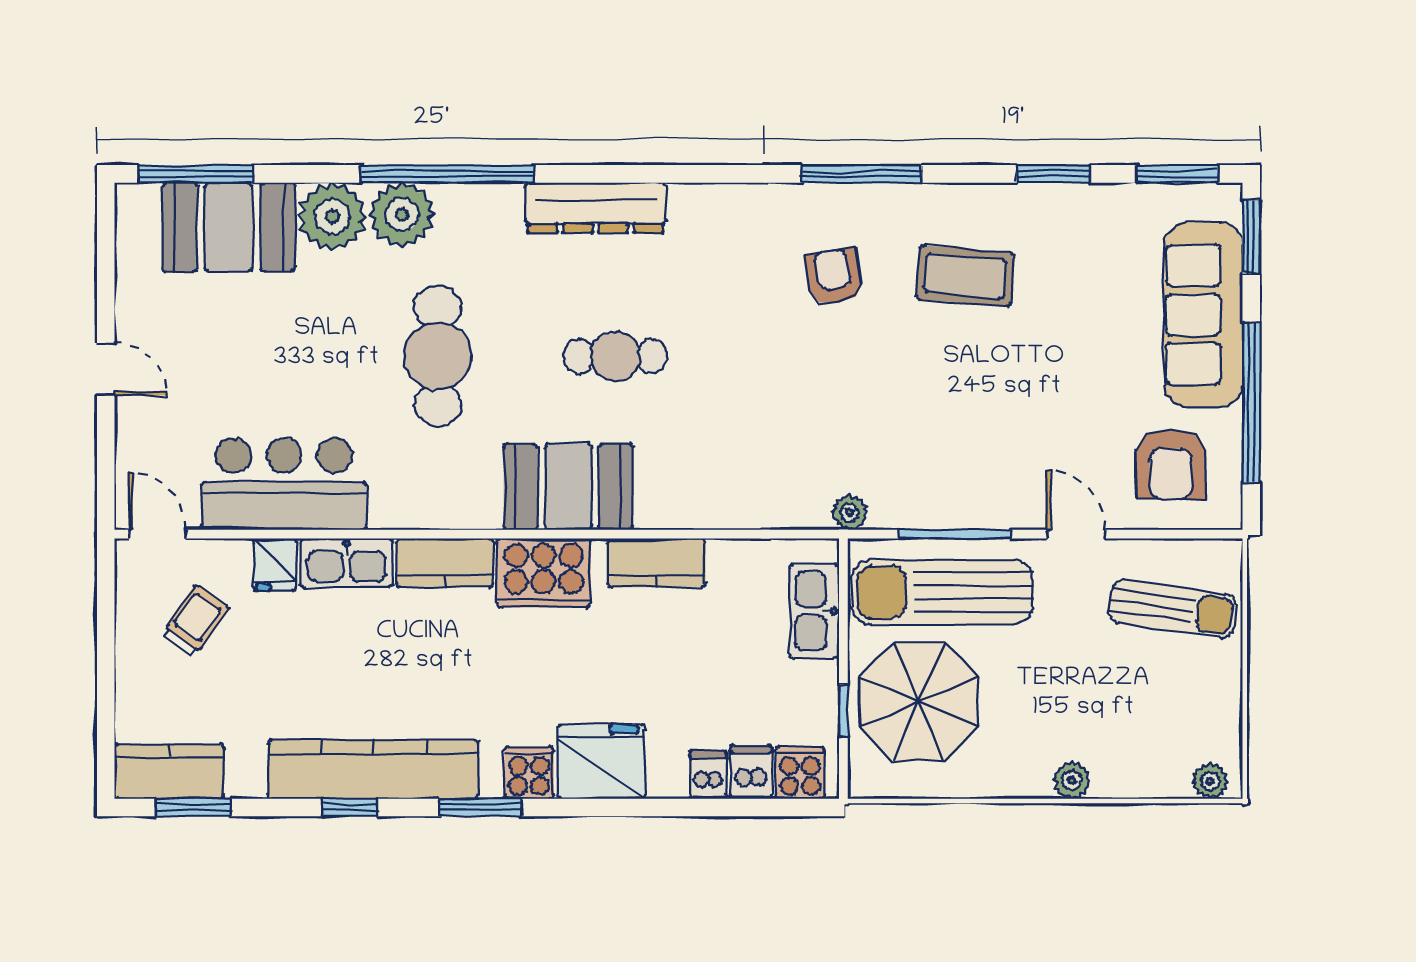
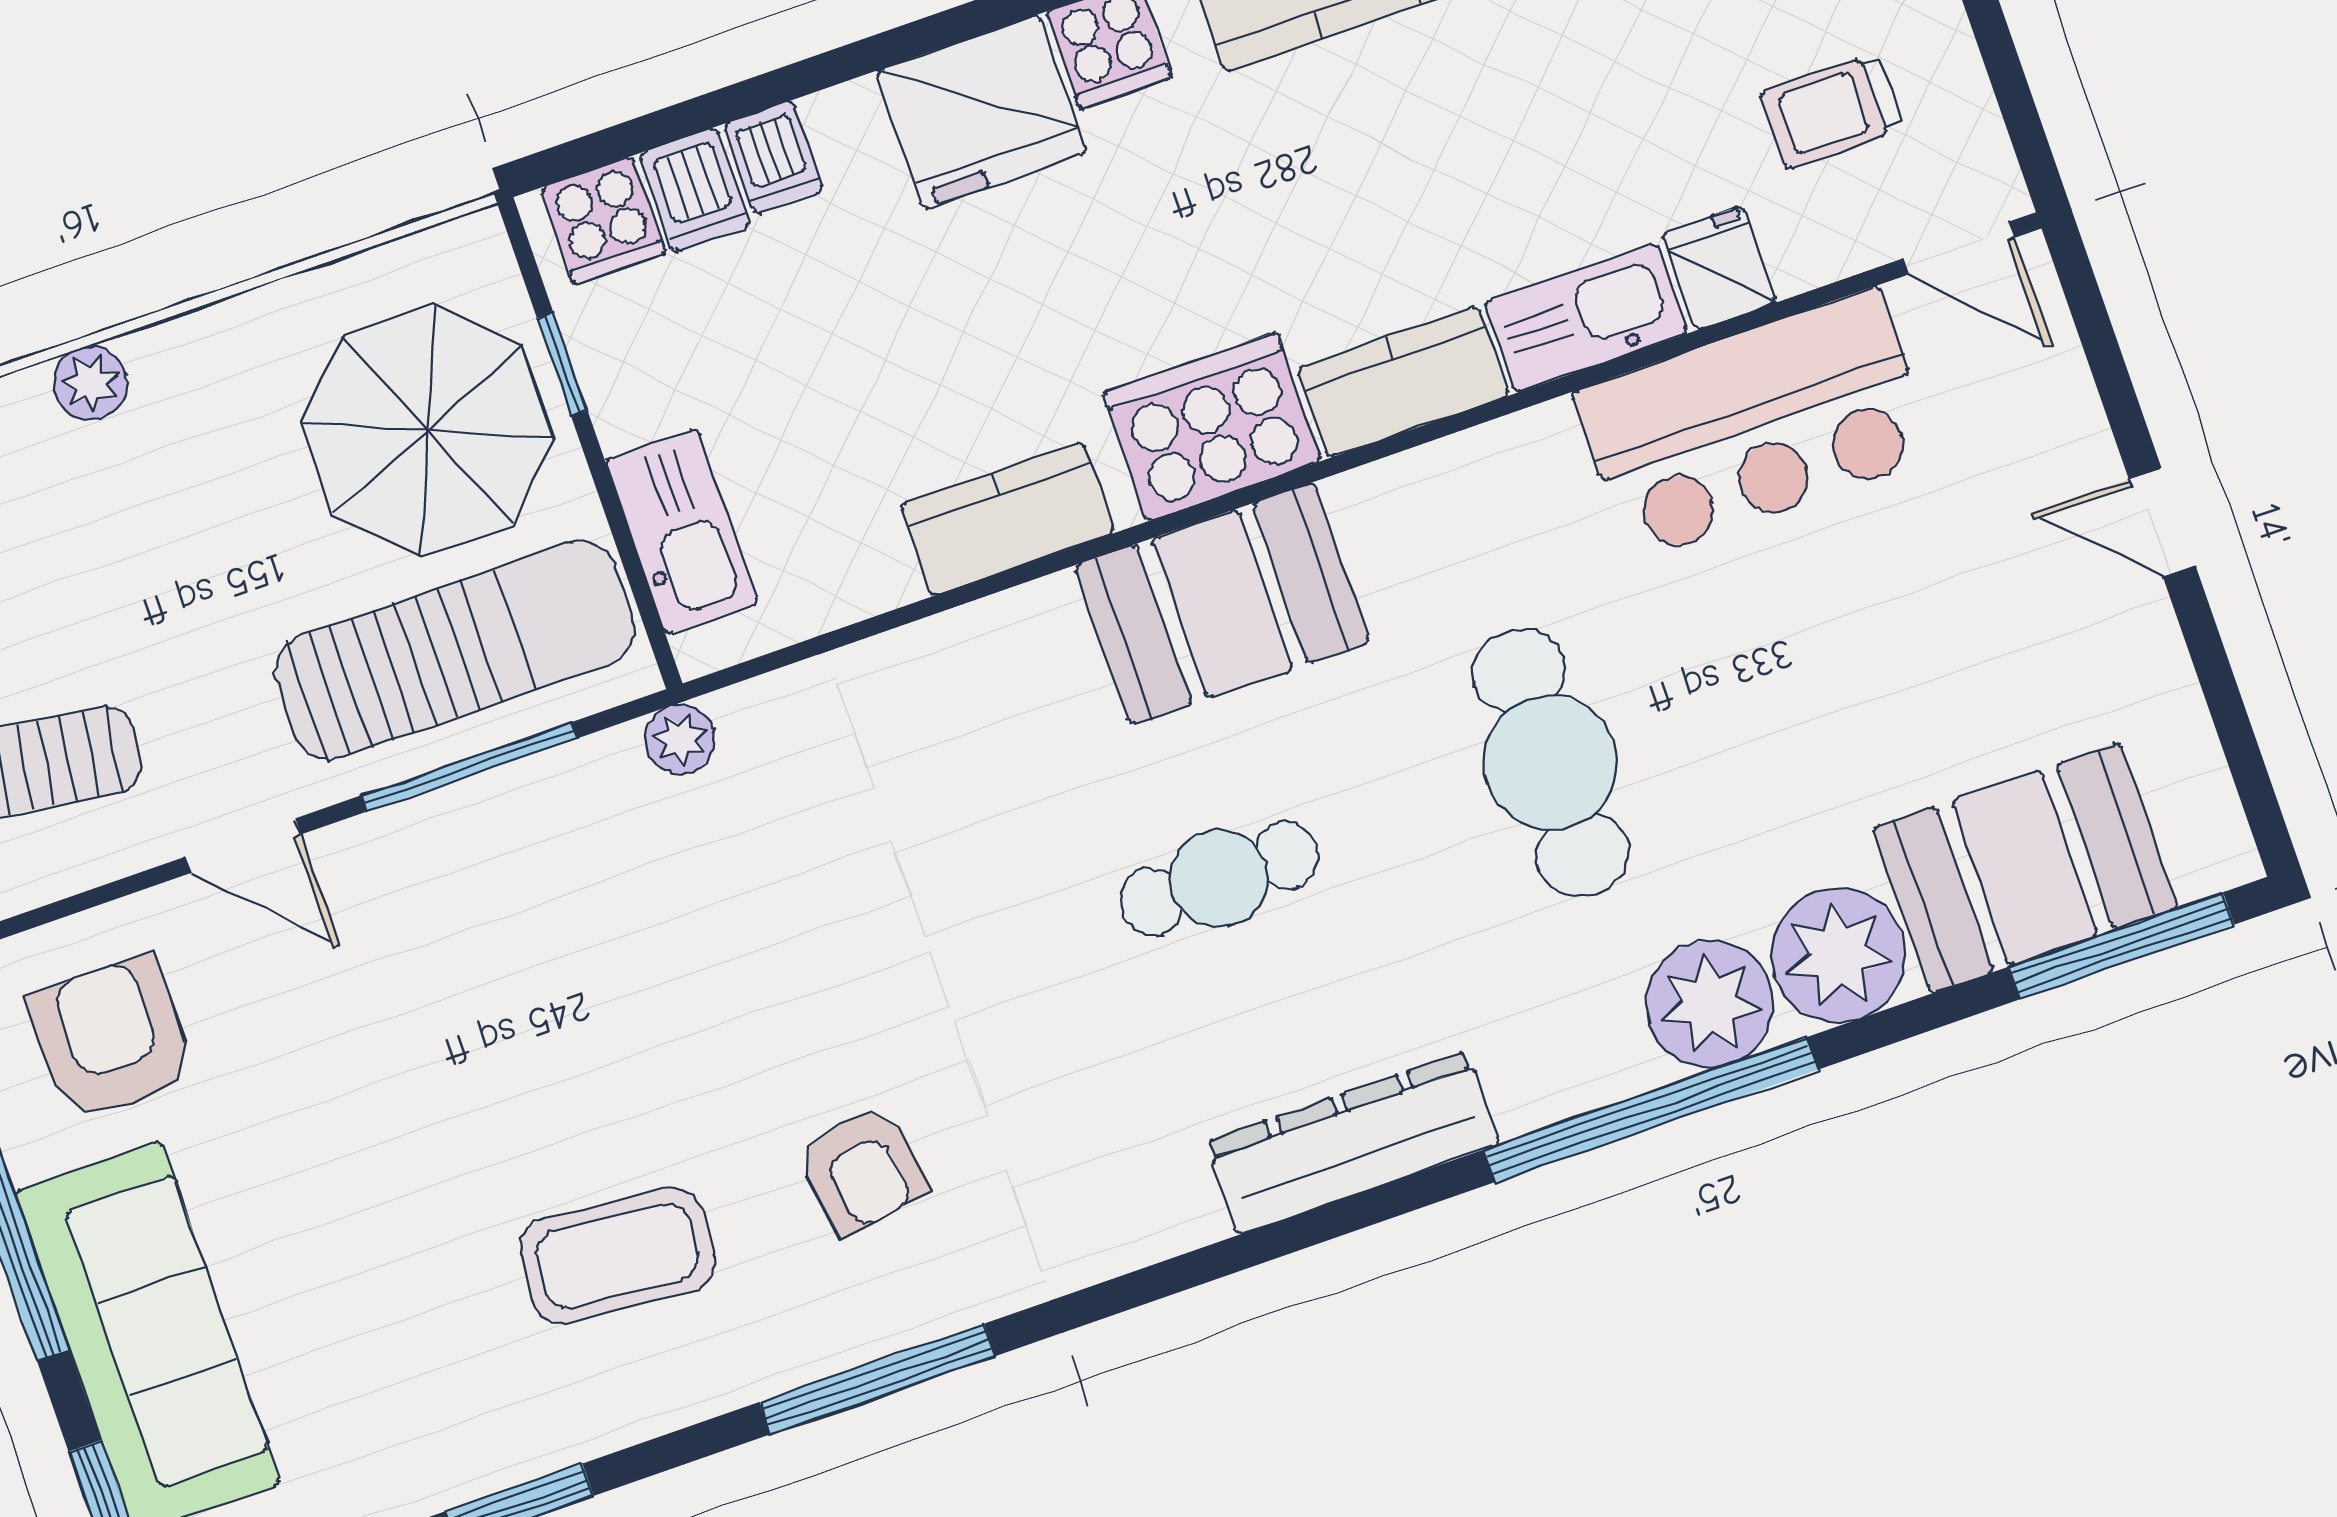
trolley: (195, 621) -> (1832, 111), turned 55

